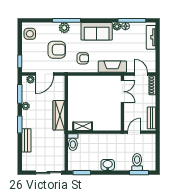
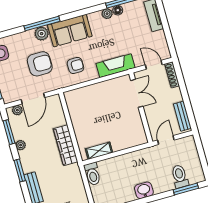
sofa: (97, 31) -> (70, 31), moved

